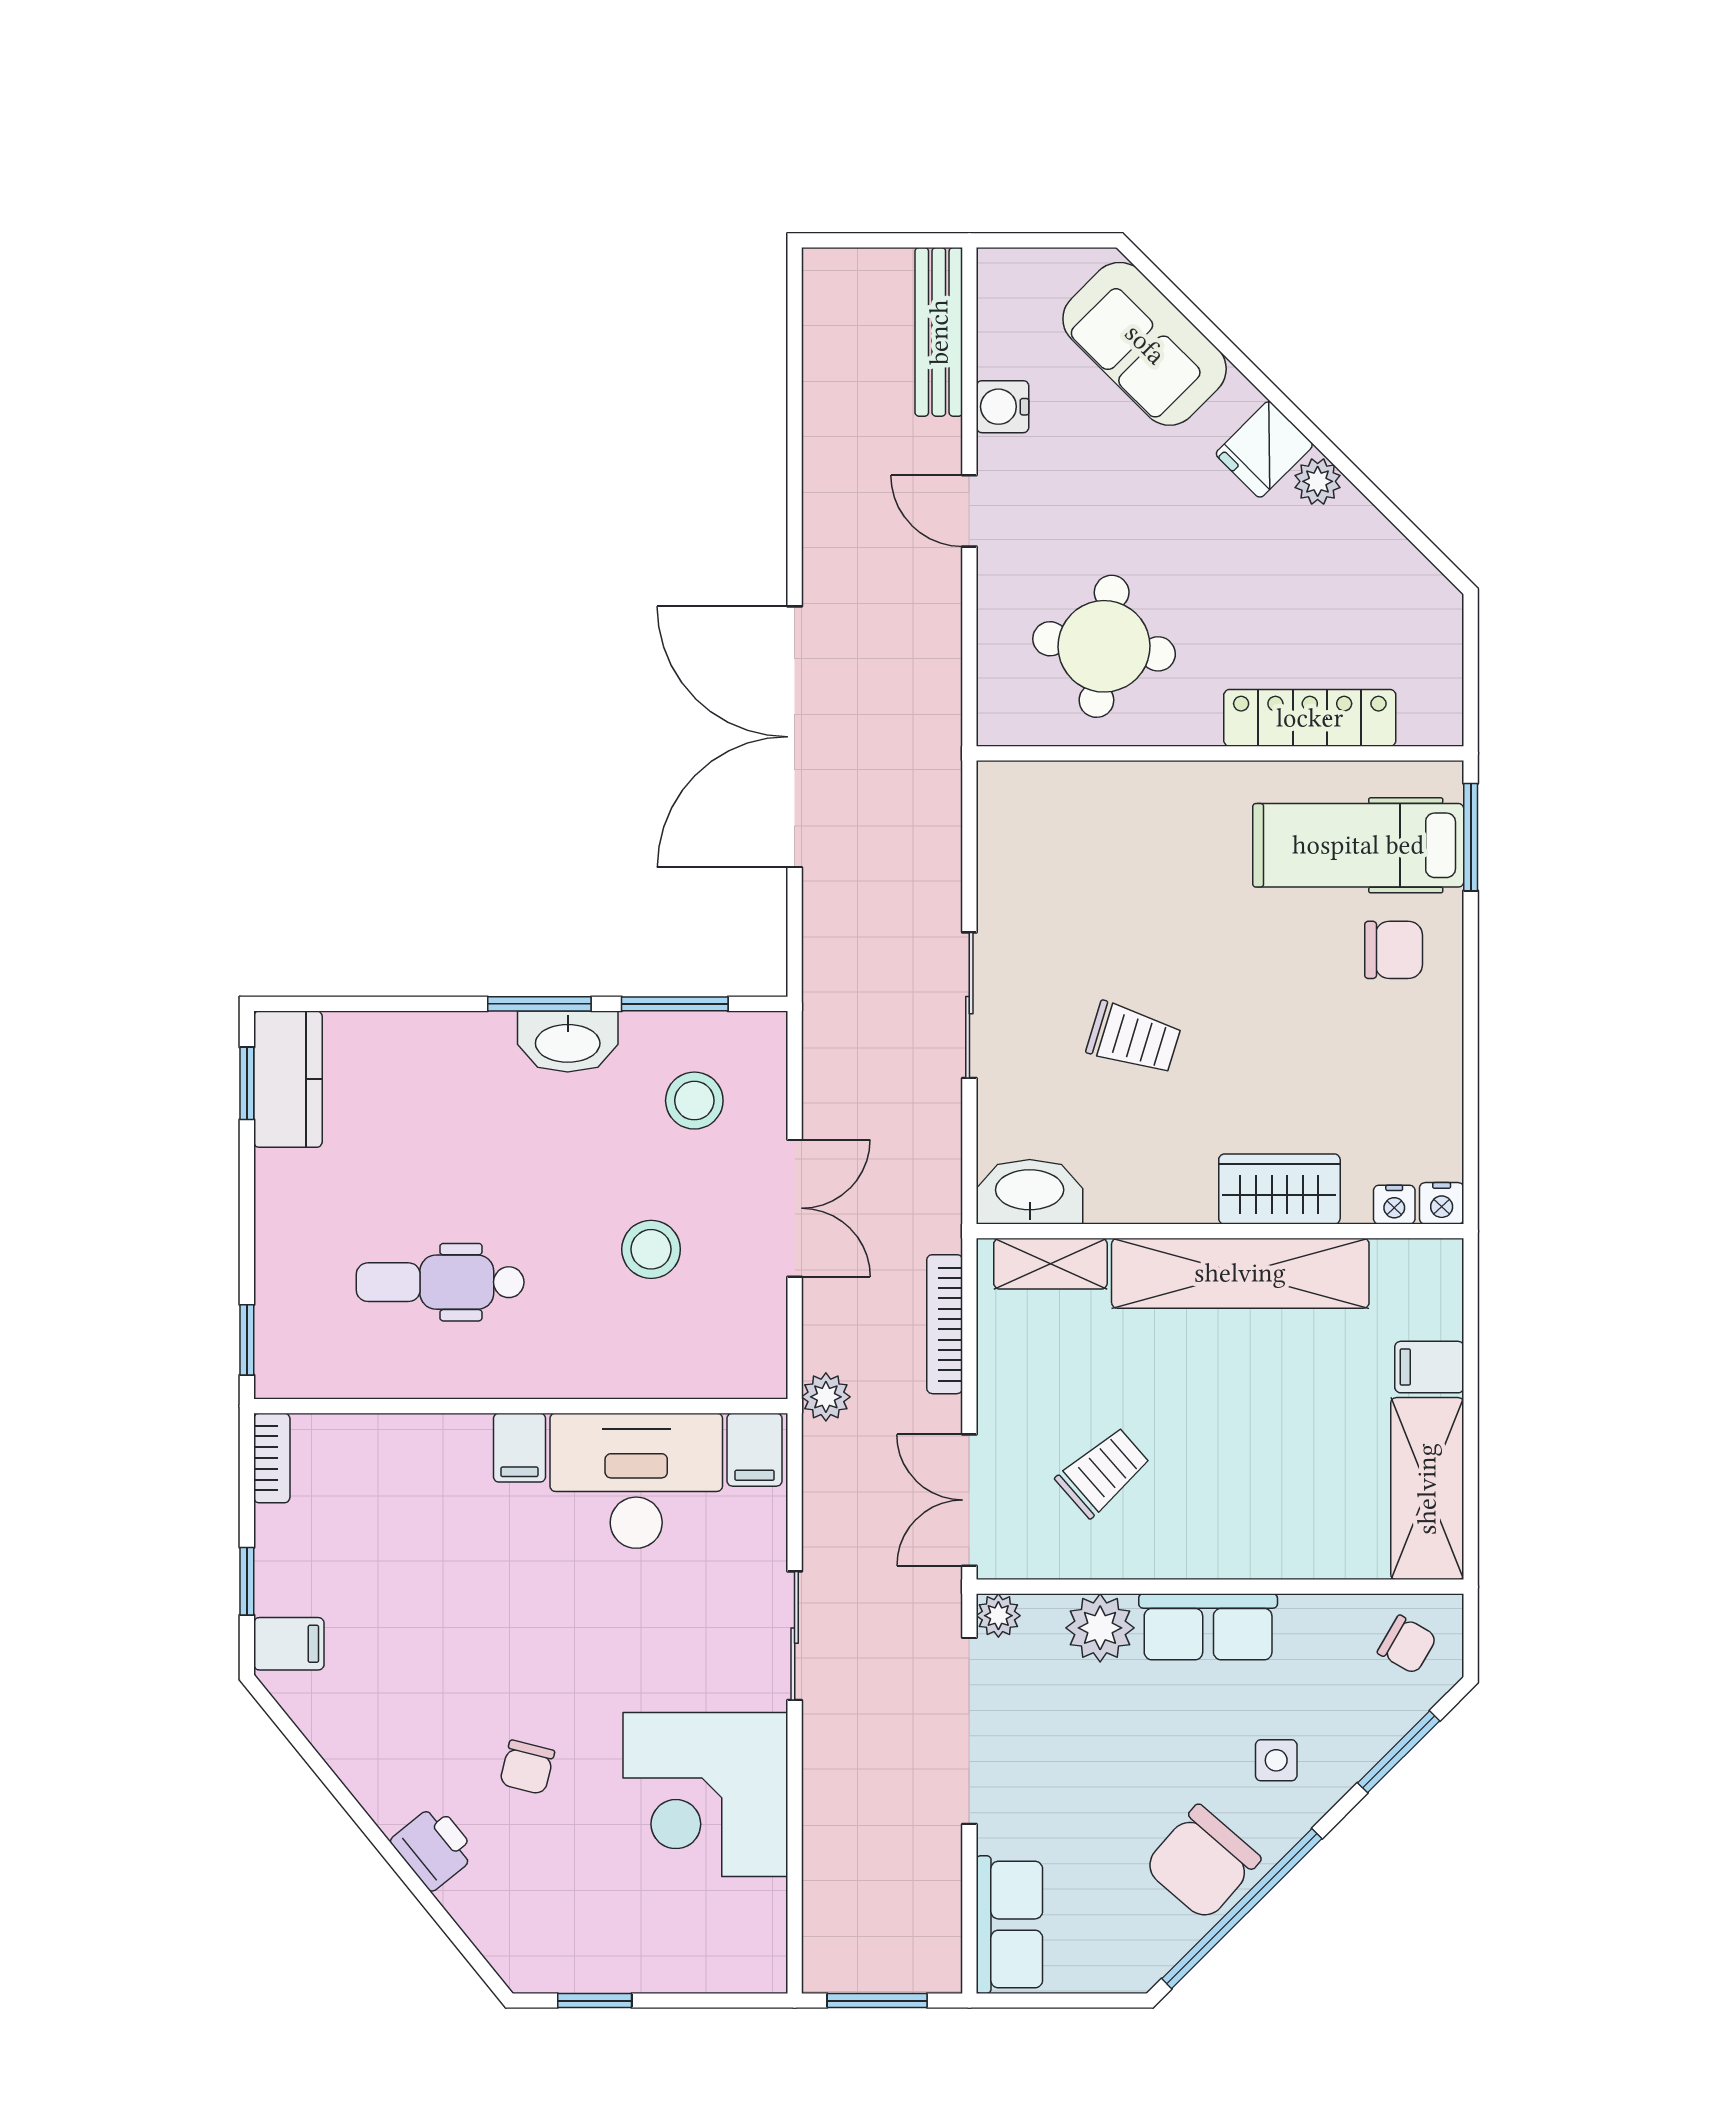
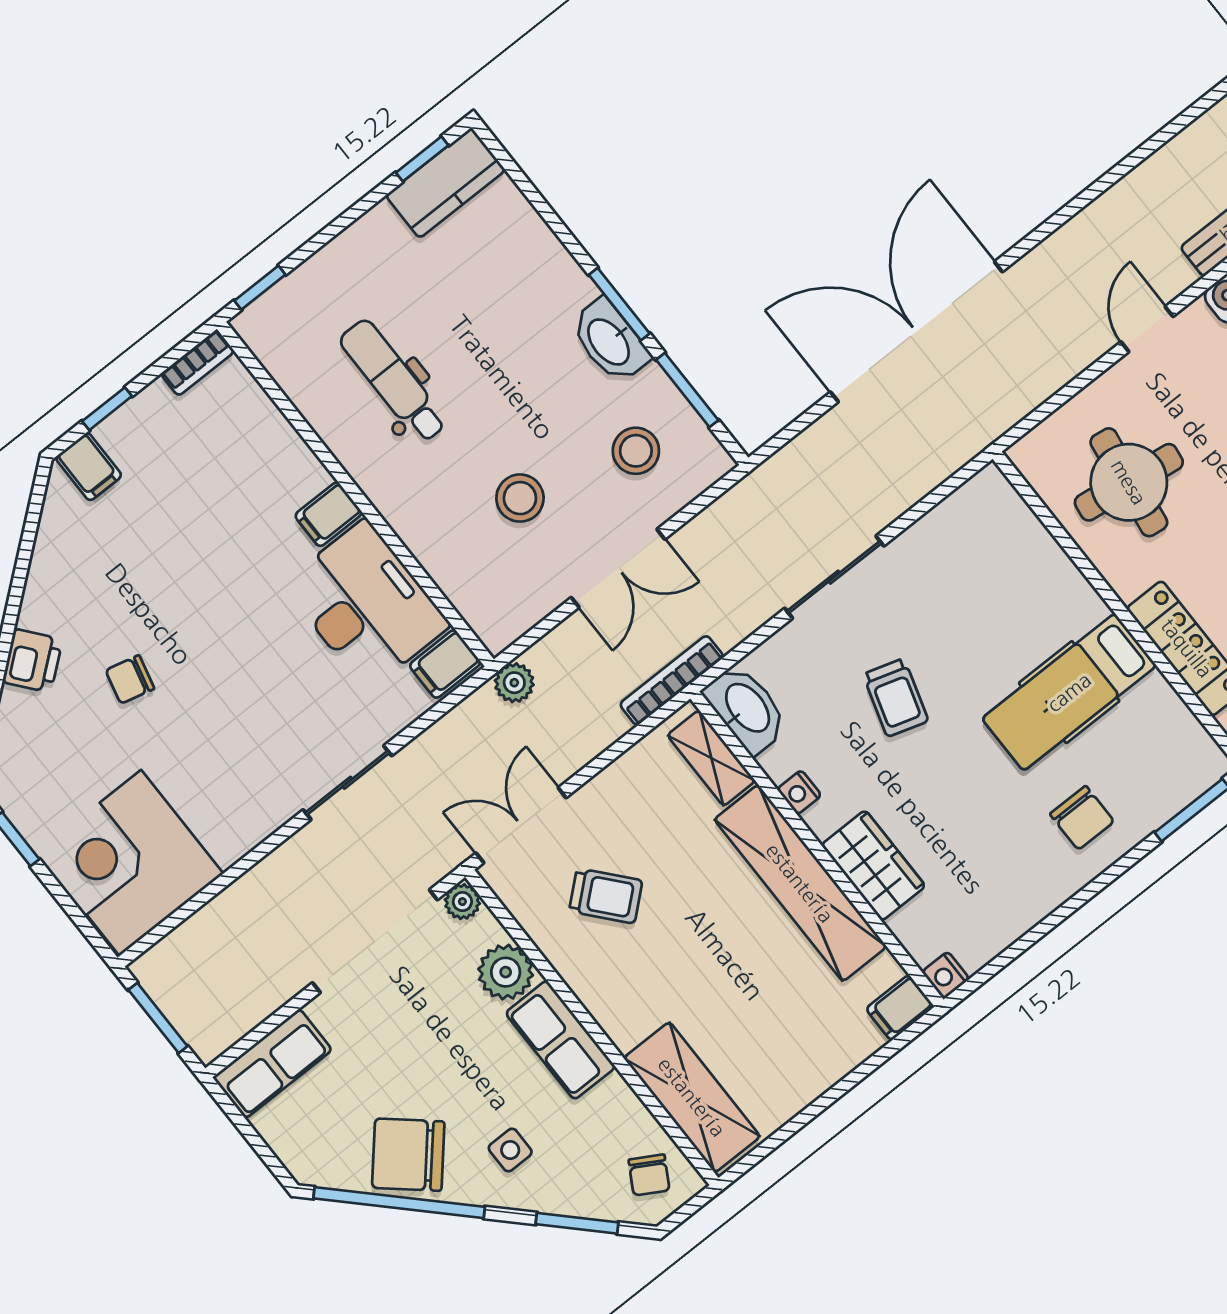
hospital bed: (1358, 845) -> (1069, 692), moved, turned -90
nightstand: (1394, 1205) -> (799, 792), moved
bookcase: (945, 1324) -> (672, 680), moved
filing cabinet: (1429, 1367) -> (900, 1008), moved, turned -90
shelving: (1427, 1489) -> (692, 1097), moved, turned 90
corner desk: (705, 1794) -> (130, 863), moved

